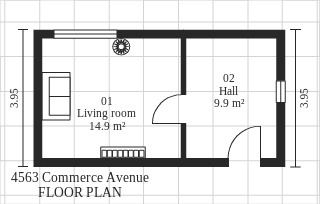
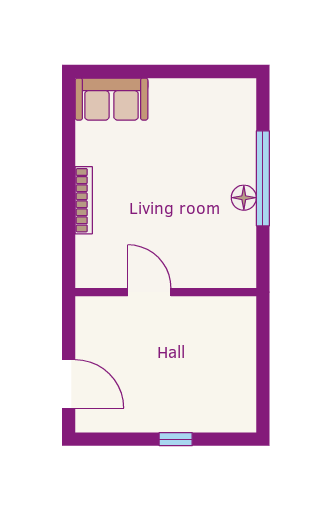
window: (86, 34) -> (263, 178), moved
sofa: (56, 96) -> (111, 99), moved

